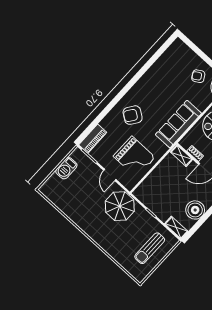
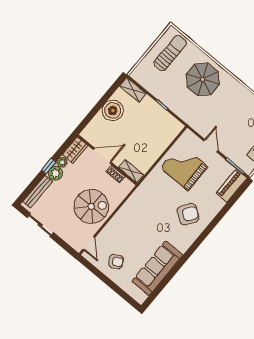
sofa: (178, 124) -> (157, 268), moved, turned 180
parasol: (120, 206) -> (203, 79), moved
sun lounger: (150, 248) -> (170, 53), moved

